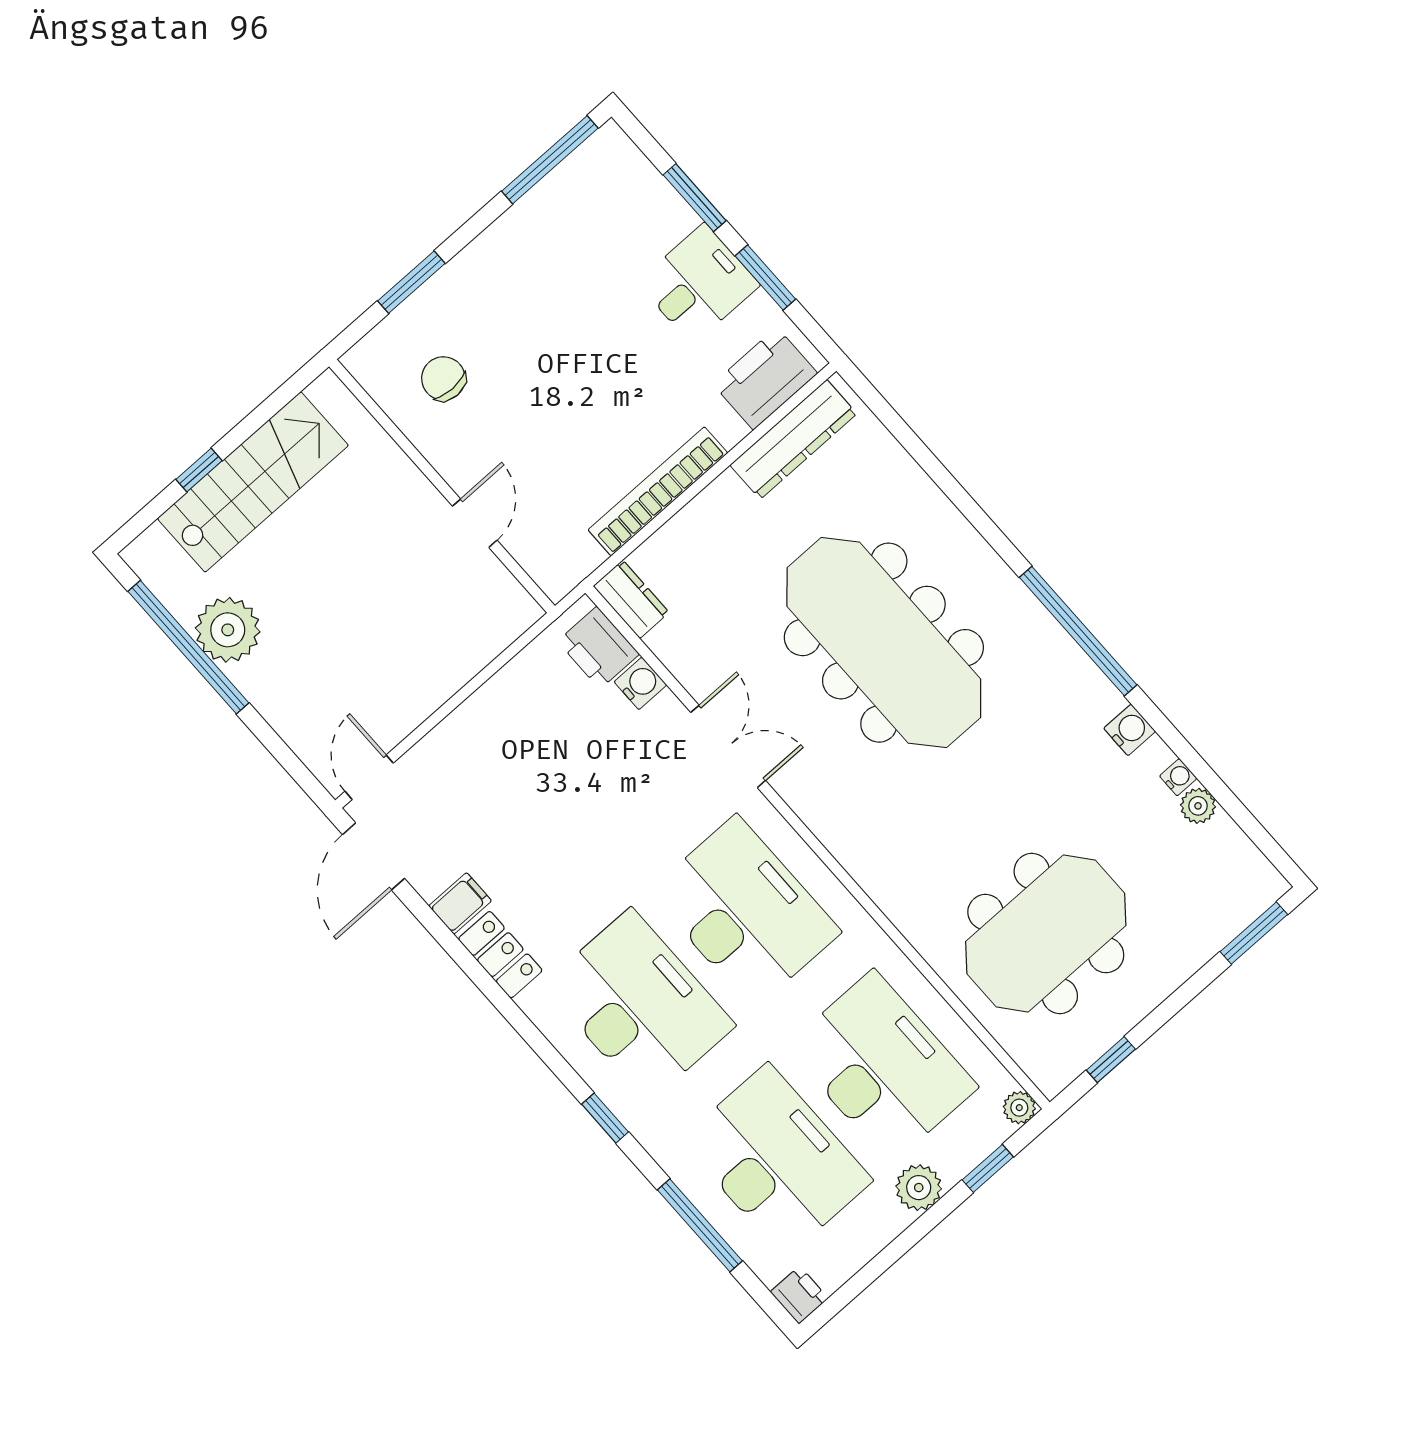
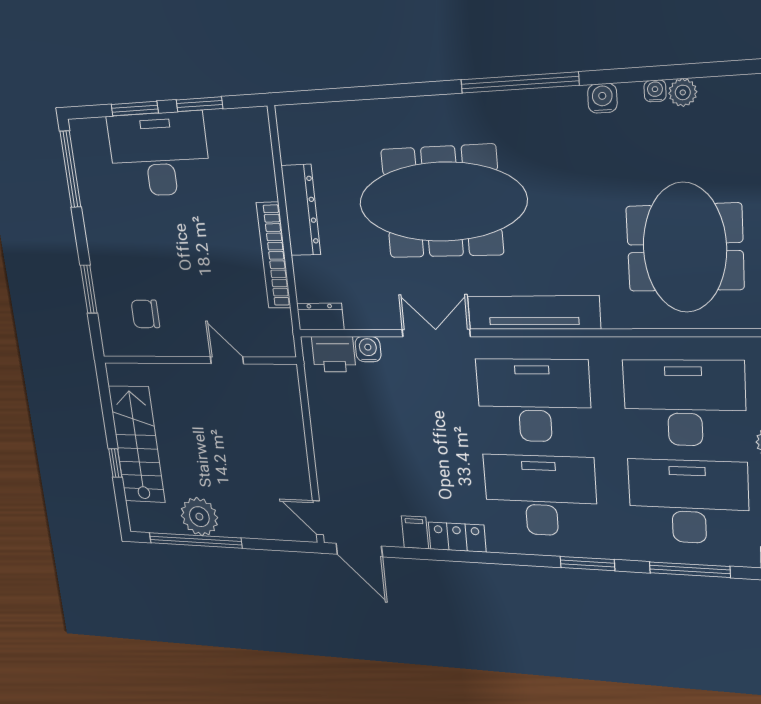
desk: (698, 284) -> (159, 154), width x1.87, depth x1.30
printer: (765, 379) -> (253, 149), removed
dresser: (793, 439) -> (301, 210), moved
tv unit: (844, 835) -> (533, 313), added
window: (605, 1118) -> (587, 564), width x1.50

